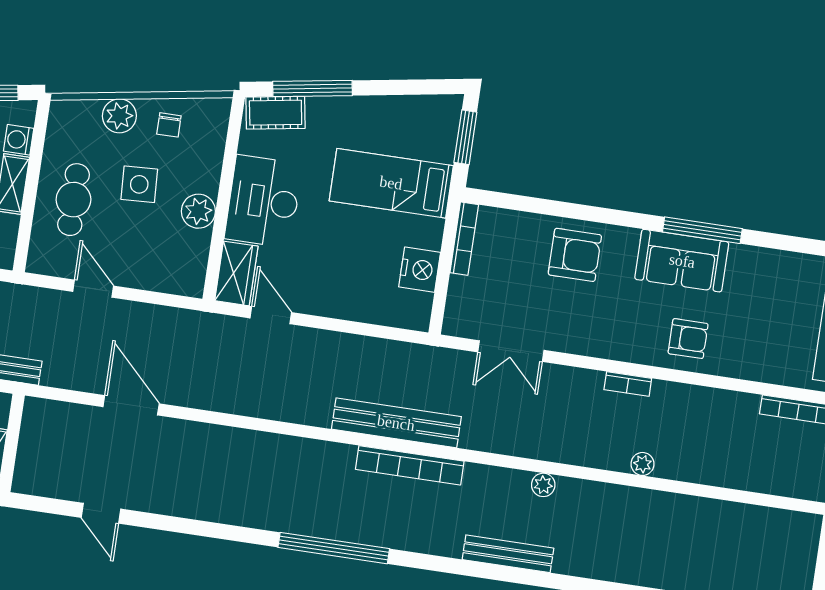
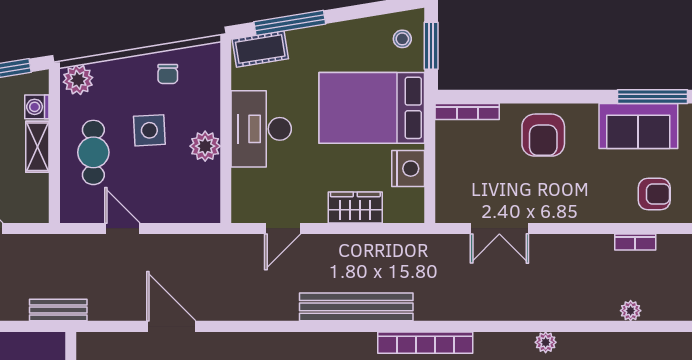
plant: (119, 116) -> (78, 80), moved
stool: (435, 125) -> (402, 39), added
bed: (391, 183) -> (372, 108), width x1.50
bookcase: (464, 239) -> (467, 112), moved, turned 90
armchair: (575, 255) -> (543, 135), turned 90
wardrobe: (236, 273) -> (355, 207), moved, turned -90
door: (271, 315) -> (283, 228), swing flipped
bookcase: (628, 384) -> (635, 242), moved
bench: (396, 423) -> (356, 307), moved

